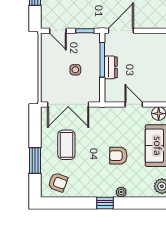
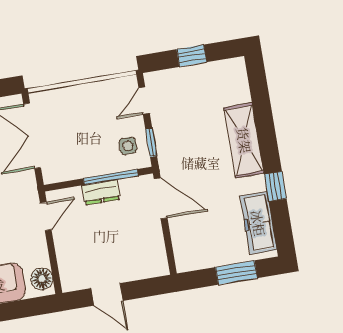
side table: (75, 70) -> (128, 146), moved
door: (134, 104) -> (46, 216), moved

